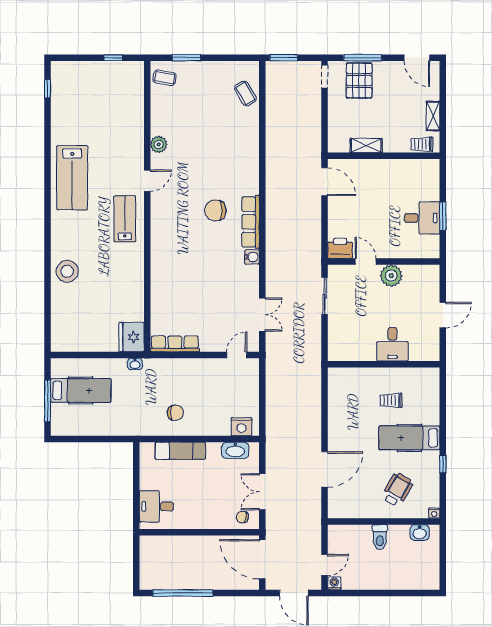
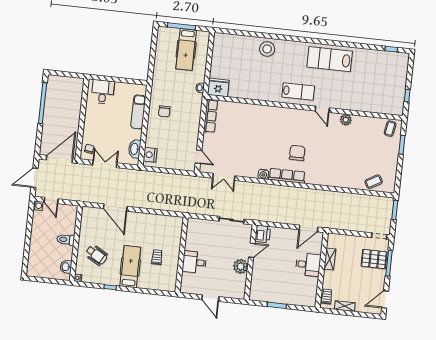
desk: (422, 218) -> (308, 265), moved, turned -90

